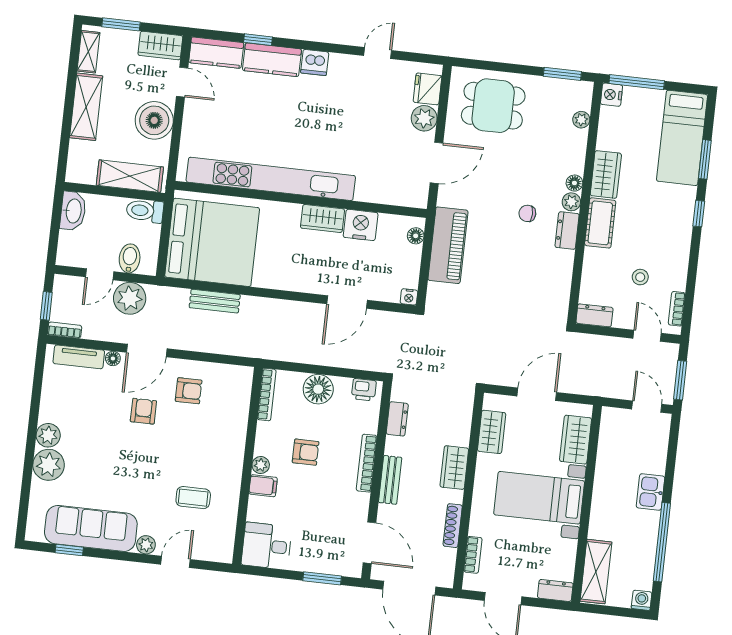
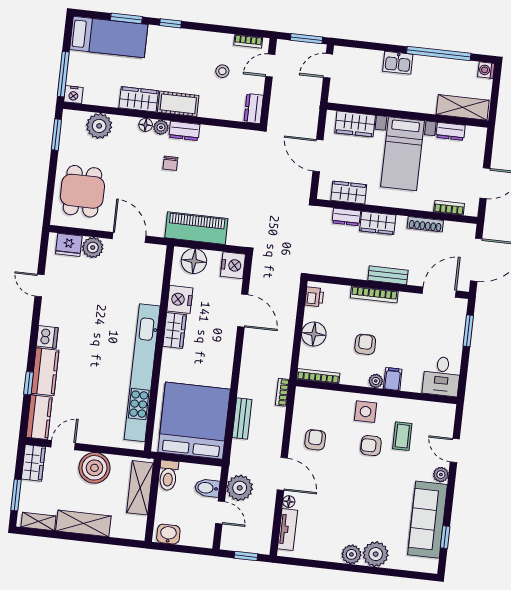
plant: (581, 120) -> (99, 126), width x1.88, depth x1.88
washbasin: (73, 211) -> (168, 534), width x0.72
floor lamp: (416, 236) -> (194, 261), width x1.89, depth x1.89
nightstand: (409, 297) -> (233, 265), width x1.89, depth x1.79
bookcase: (65, 330) -> (282, 392), moved
armchair: (143, 411) -> (371, 446), moved
dresser: (397, 419) -> (346, 217), moved, turned 180
side table: (223, 452) -> (366, 412), added
dresser: (555, 590) -> (451, 131), moved, turned -90

